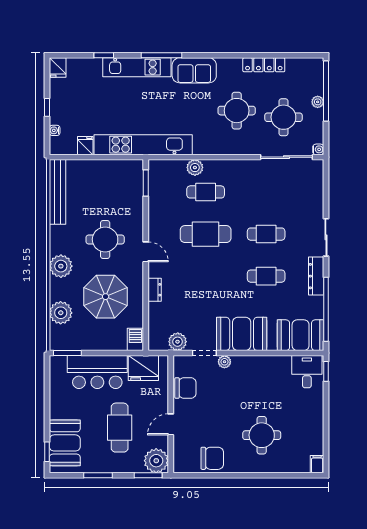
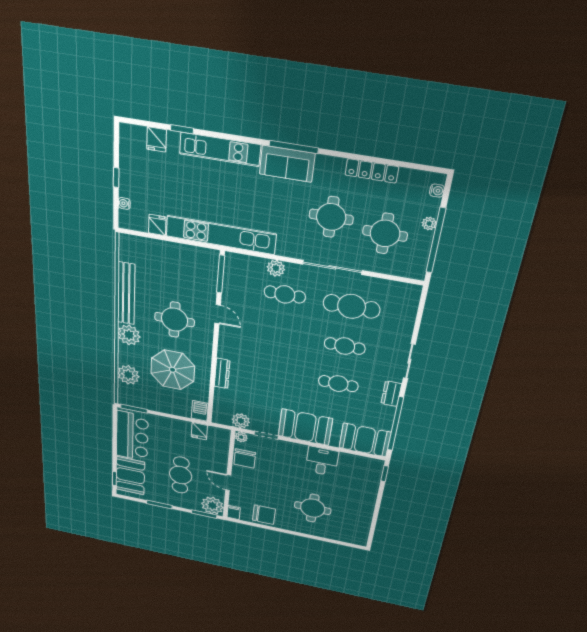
window: (161, 55) -> (294, 147), moved
fridge: (58, 67) -> (157, 139), moved
window: (326, 91) -> (436, 240), moved
water cooler: (318, 149) -> (437, 191), moved
sliding door: (287, 157) -> (332, 267), moved
window: (146, 183) -> (221, 274), width x1.44
bench: (57, 192) -> (126, 294), moved
cafe table: (206, 234) -> (351, 306), moved
door: (146, 252) -> (218, 314), moved
dresser: (316, 276) -> (391, 394), width x0.70
dresser: (155, 290) -> (222, 373), width x1.44
plant: (224, 362) -> (241, 437), moved
fridge: (143, 368) -> (199, 431), width x0.53, depth x0.75
bar counter: (97, 372) -> (132, 436), moved, turned -90
desk: (307, 372) -> (322, 461), moved
chair: (185, 388) -> (245, 458), turned 90
door: (171, 424) -> (228, 483), hinge flipped
filing cabinet: (317, 464) -> (234, 512), moved

